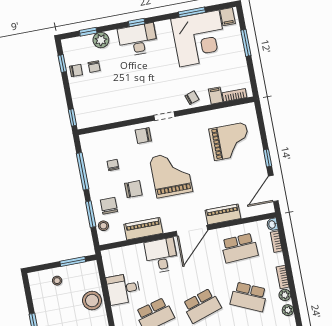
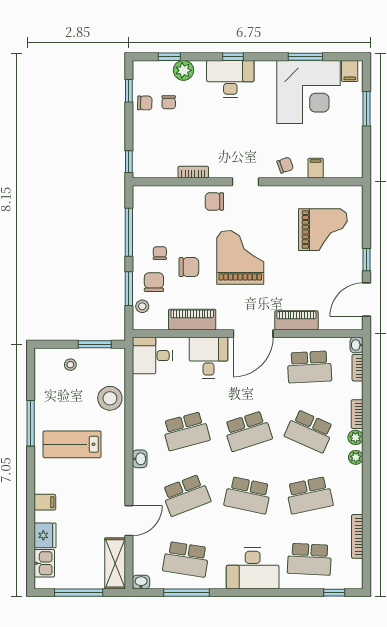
bookcase: (235, 95) -> (193, 172), moved
chair: (113, 165) -> (160, 253), moved
desk: (123, 289) -> (152, 356), moved

